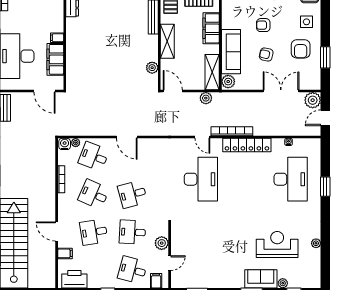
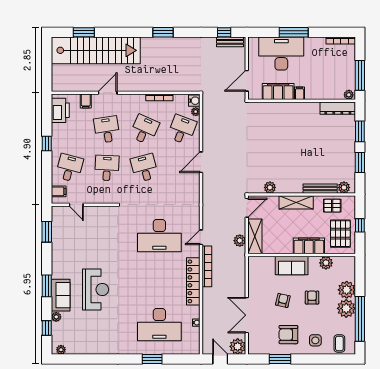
sofa: (231, 52) -> (292, 266), width x0.73
shelving: (212, 72) -> (255, 236), moved, turned 90
plant: (228, 82) -> (326, 263), moved
double door: (281, 91) -> (247, 315), swing flipped
plant: (162, 243) -> (96, 197), removed
plant: (316, 243) -> (61, 350), moved
reception desk: (277, 244) -> (96, 290), moved

